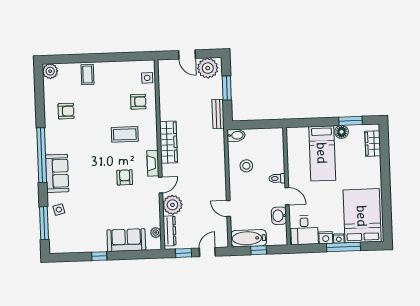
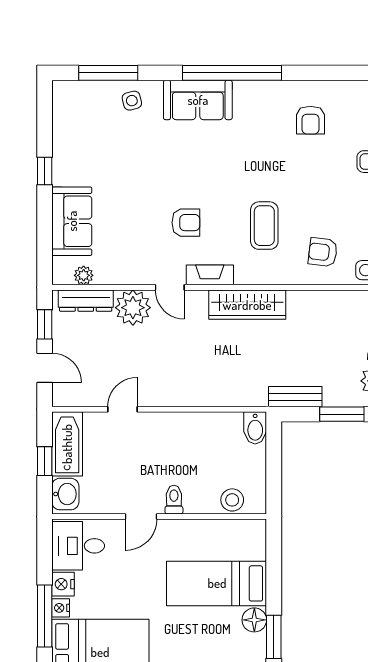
armchair: (138, 102) -> (323, 252), turned 97
stool: (246, 166) -> (232, 500), moved
washbasin: (279, 216) -> (65, 494), moved, turned 90

